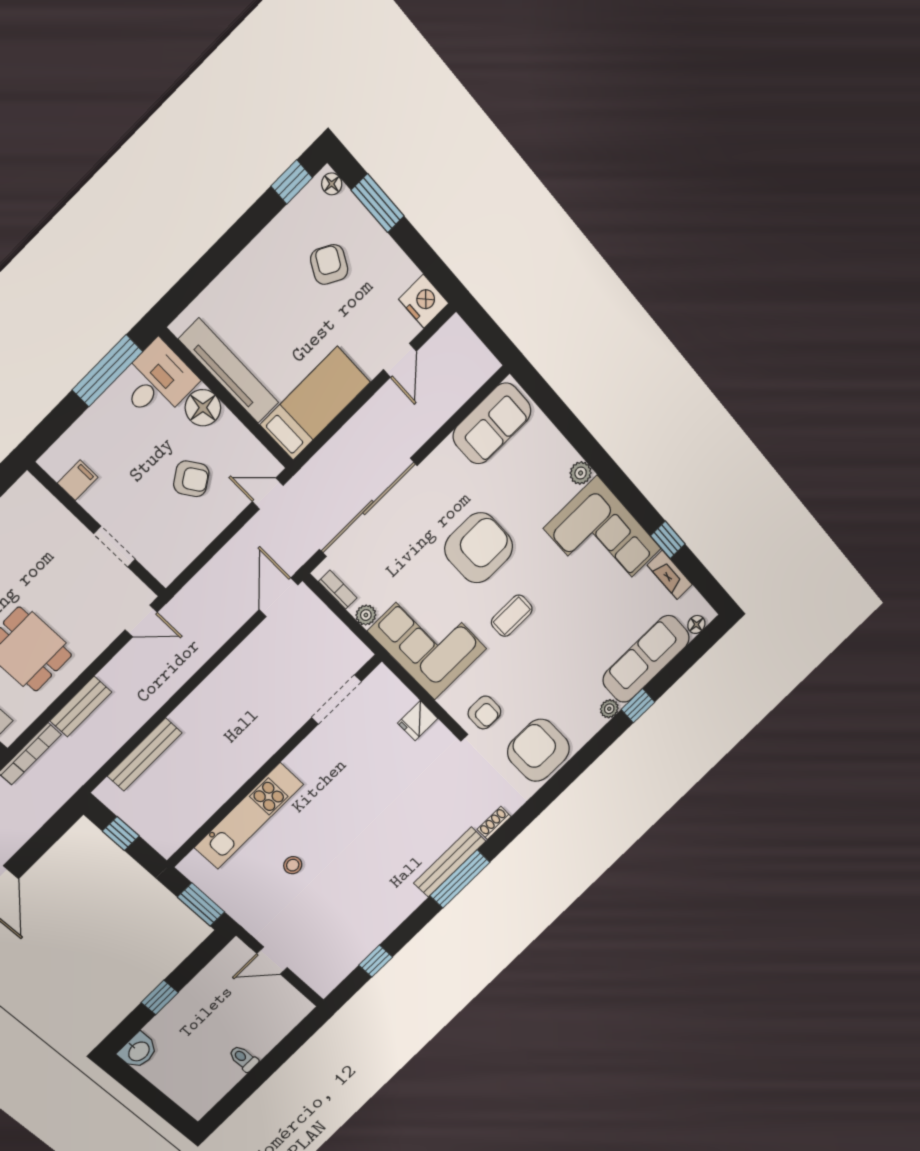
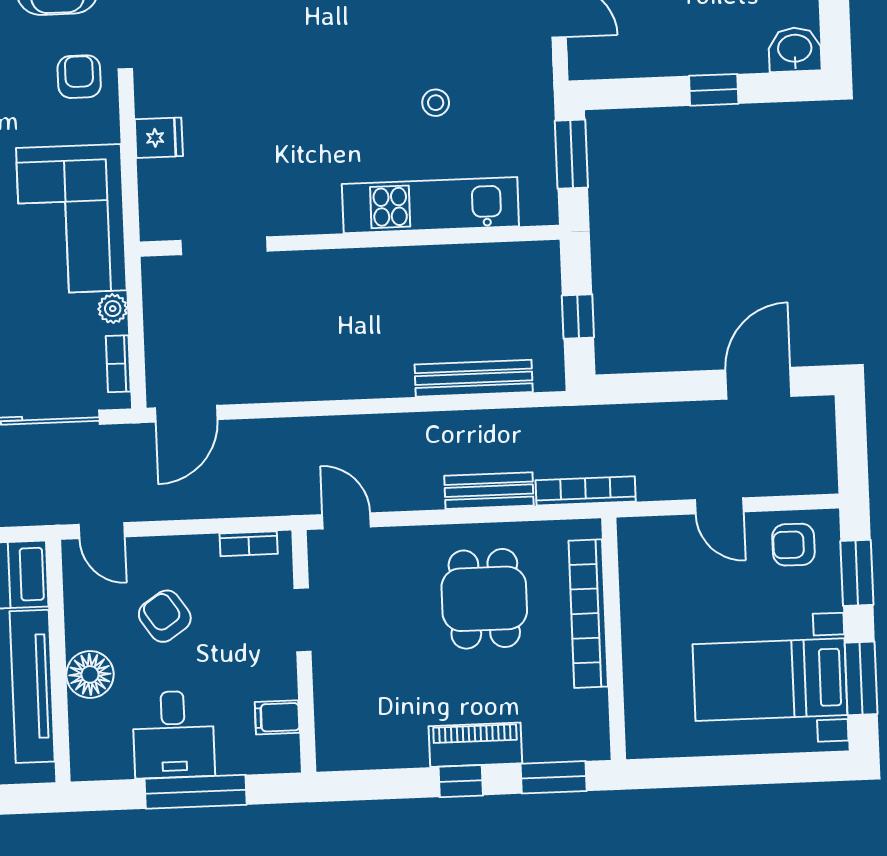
window: (107, 371) -> (196, 792), moved
desk: (157, 382) -> (174, 734), moved, turned -90
bookcase: (182, 560) -> (249, 544), added

